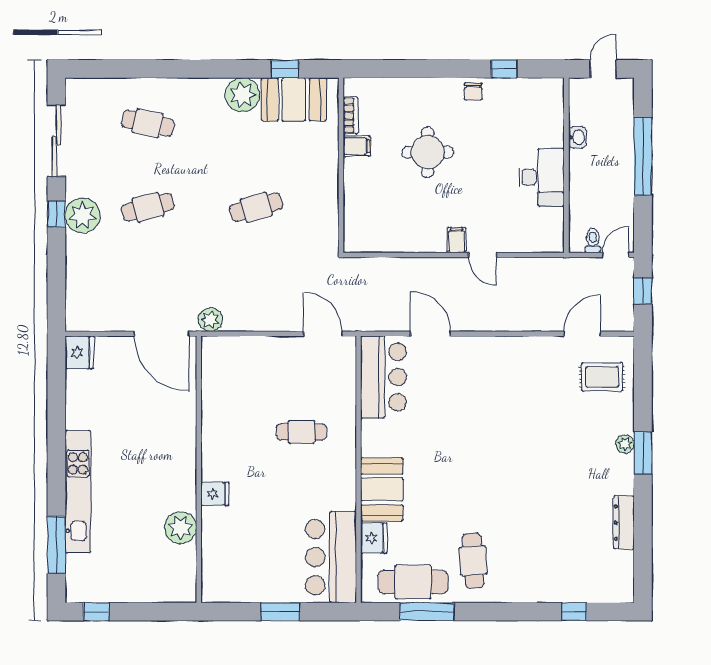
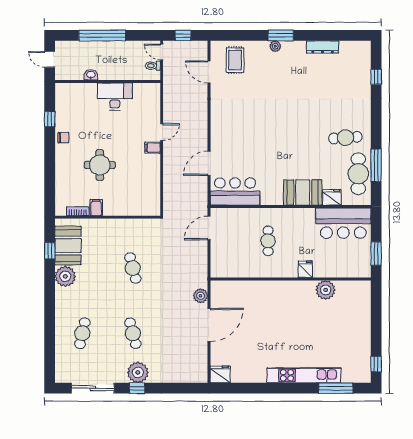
wall: (199, 469) -> (291, 279), moved
fridge: (215, 494) -> (305, 269), moved
plant: (181, 528) -> (326, 290), moved

